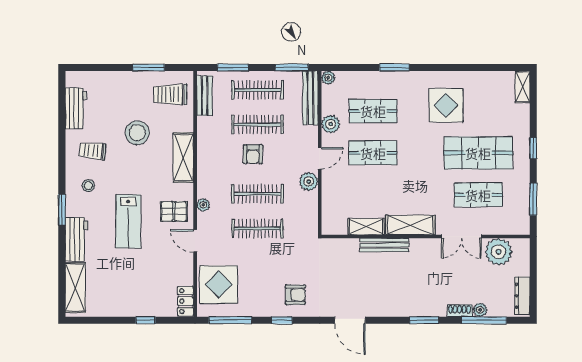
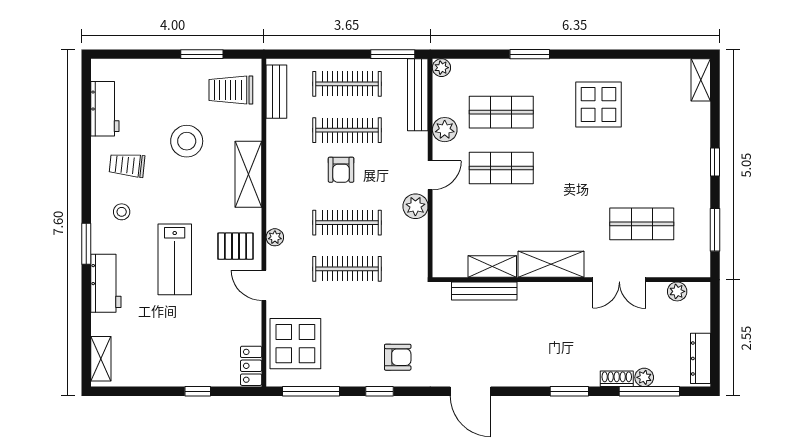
window: (233, 67) -> (314, 54), removed
shop shelf: (478, 153) -> (642, 168), removed
bench: (384, 245) -> (484, 291), moved
plant: (499, 252) -> (677, 291), width x0.53, depth x0.53
shelving: (75, 288) -> (101, 359), width x0.67, depth x0.75

